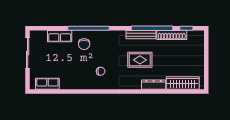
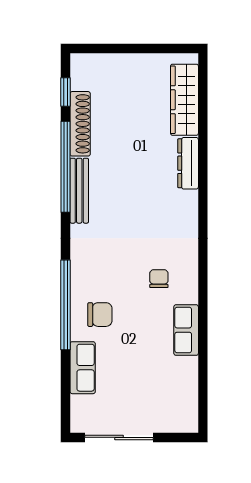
rug: (140, 60) -> (134, 193), removed
row of seats: (47, 84) -> (186, 330), moved

